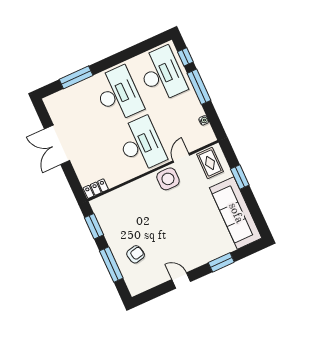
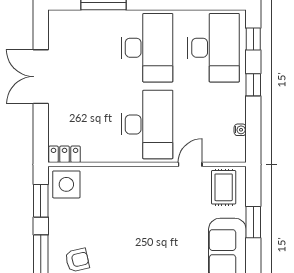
window: (199, 87) -> (253, 85), width x0.46
side table: (168, 179) -> (66, 184), moved

